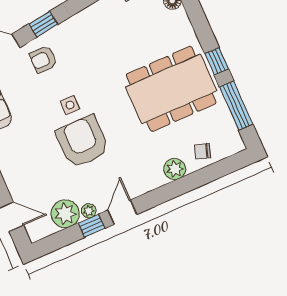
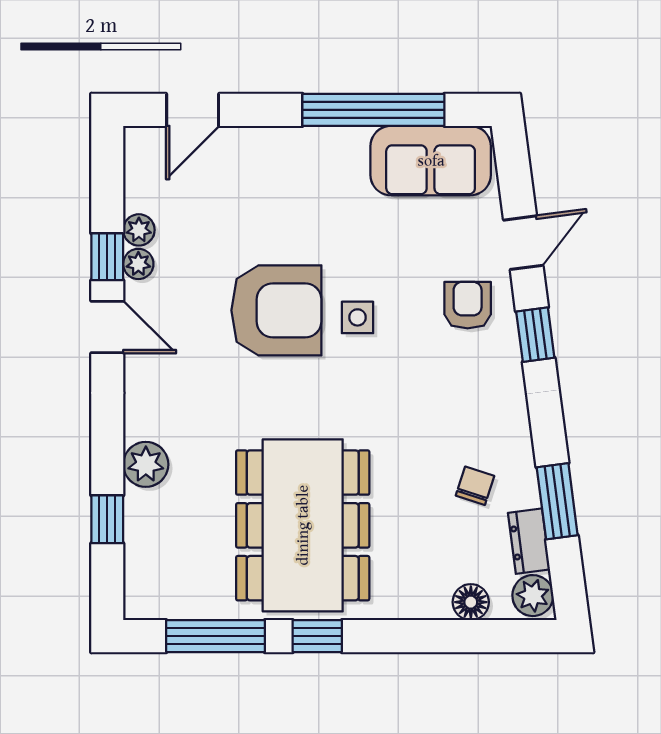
chair: (203, 151) -> (475, 486), moved
window: (206, 175) -> (107, 519), added
plant: (65, 214) -> (139, 230), width x0.53, depth x0.53

